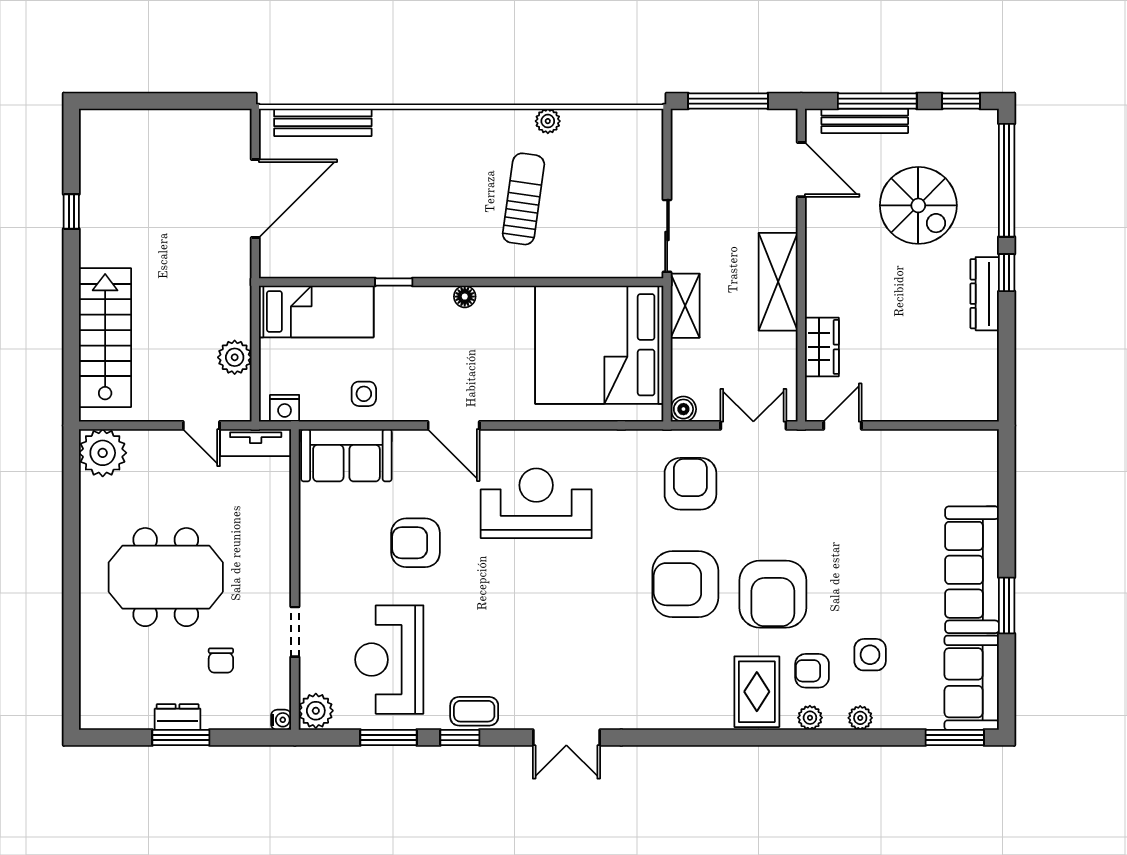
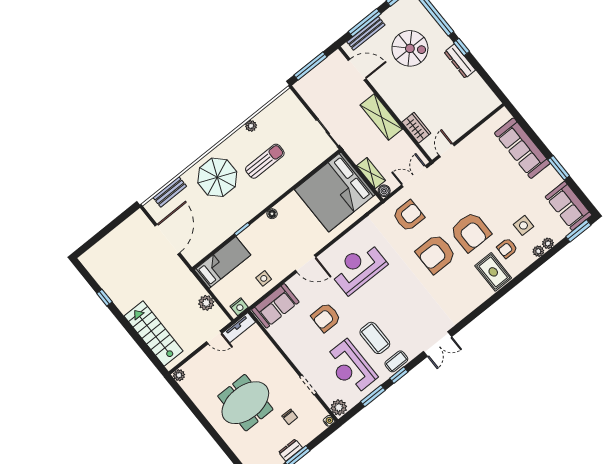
bench: (323, 122) -> (170, 192), width x0.73
parasol: (422, 162) -> (217, 177), added
sun lounger: (523, 199) -> (265, 161), turned 82
shelving: (685, 306) -> (371, 173), moved
plant: (103, 453) -> (179, 375), width x0.53, depth x0.53
armchair: (690, 484) -> (408, 216), turned 90
sofa: (972, 570) -> (522, 148), moved
coffee table: (470, 643) -> (375, 338), added
plant: (810, 718) -> (548, 243), moved

